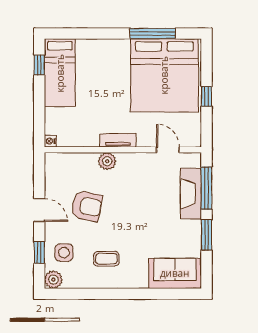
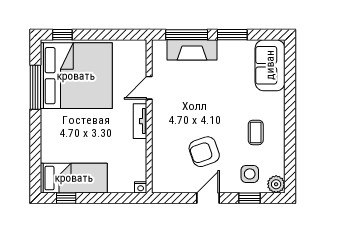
window: (206, 96) -> (62, 35), moved
door: (168, 150) -> (149, 88), moved
plant: (107, 161) -> (160, 132), removed
armchair: (87, 206) -> (204, 152), turned -121

